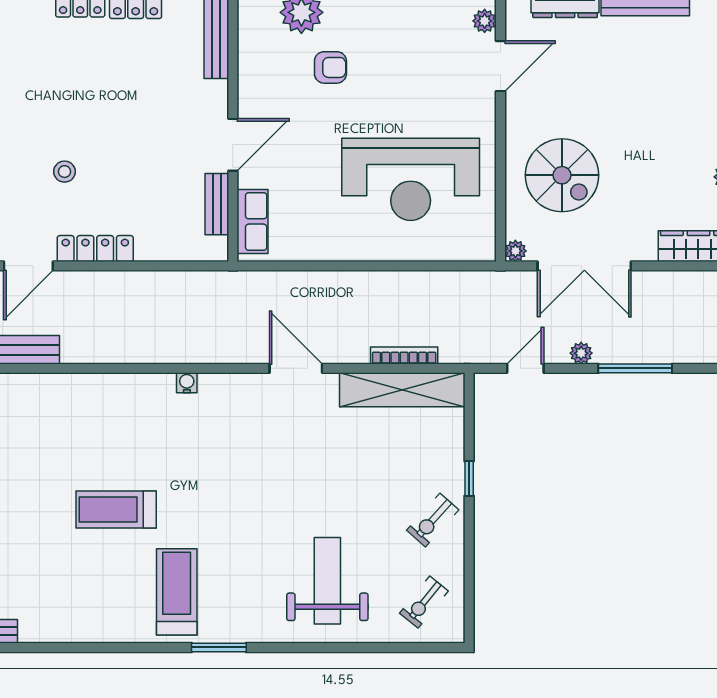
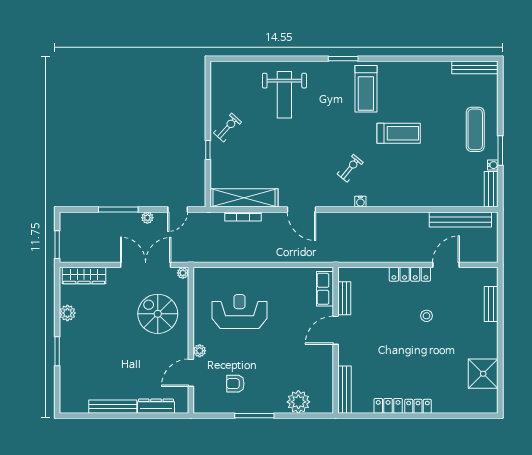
plant: (485, 21) -> (200, 351), moved
armchair: (330, 67) -> (235, 384), moved
reception desk: (411, 179) -> (239, 312), width x0.74, depth x0.77
exercise bike: (424, 602) -> (350, 168), moved

